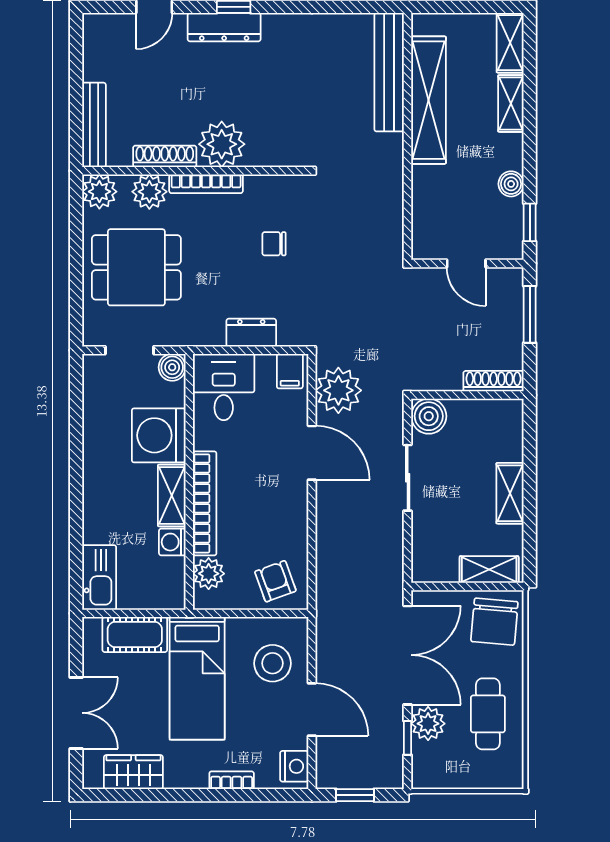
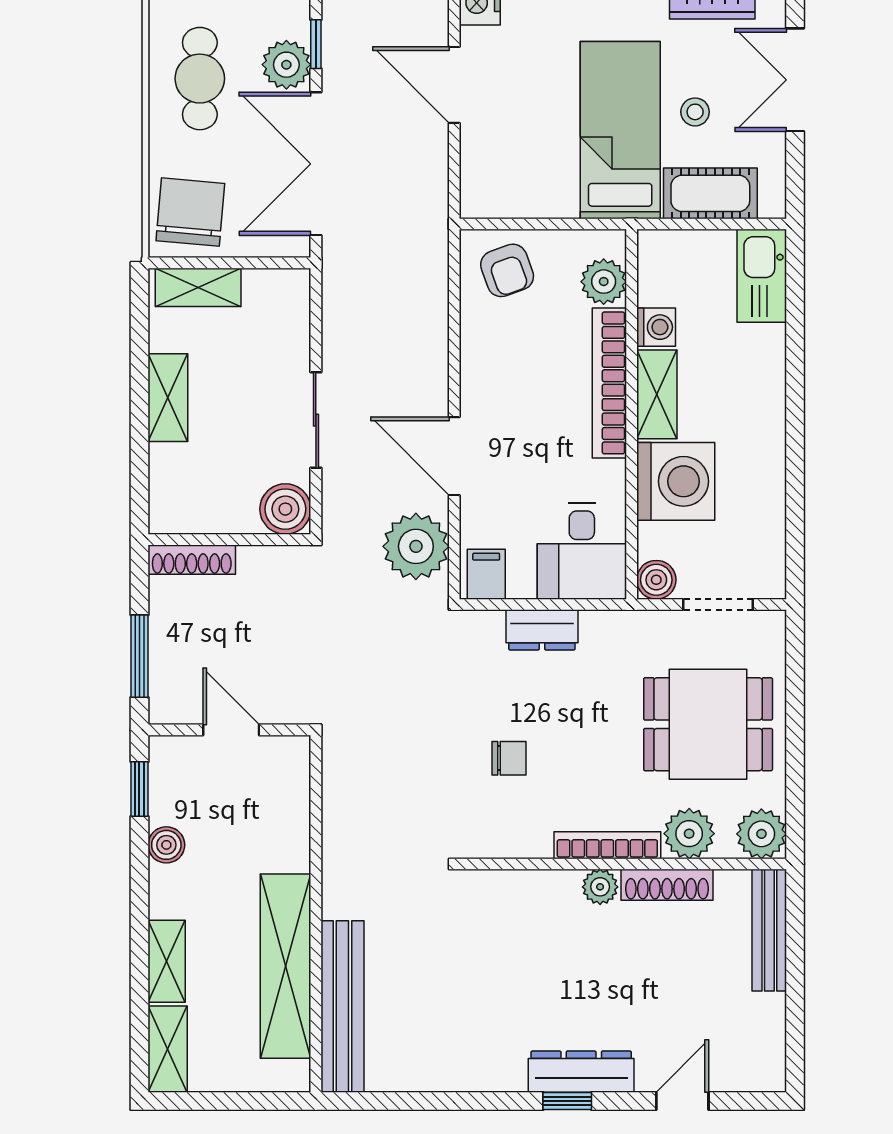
plant: (222, 144) -> (600, 887), width x0.53, depth x0.53
stool: (272, 663) -> (695, 112), moved, width x0.53, depth x0.53

